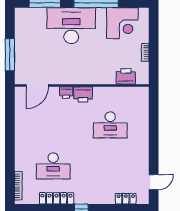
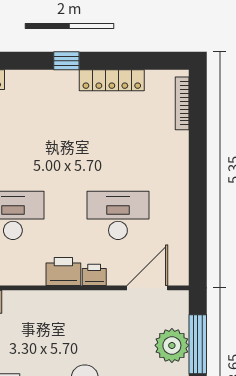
plant: (24, 54) -> (172, 345), added
desk: (53, 166) -> (118, 215), moved

